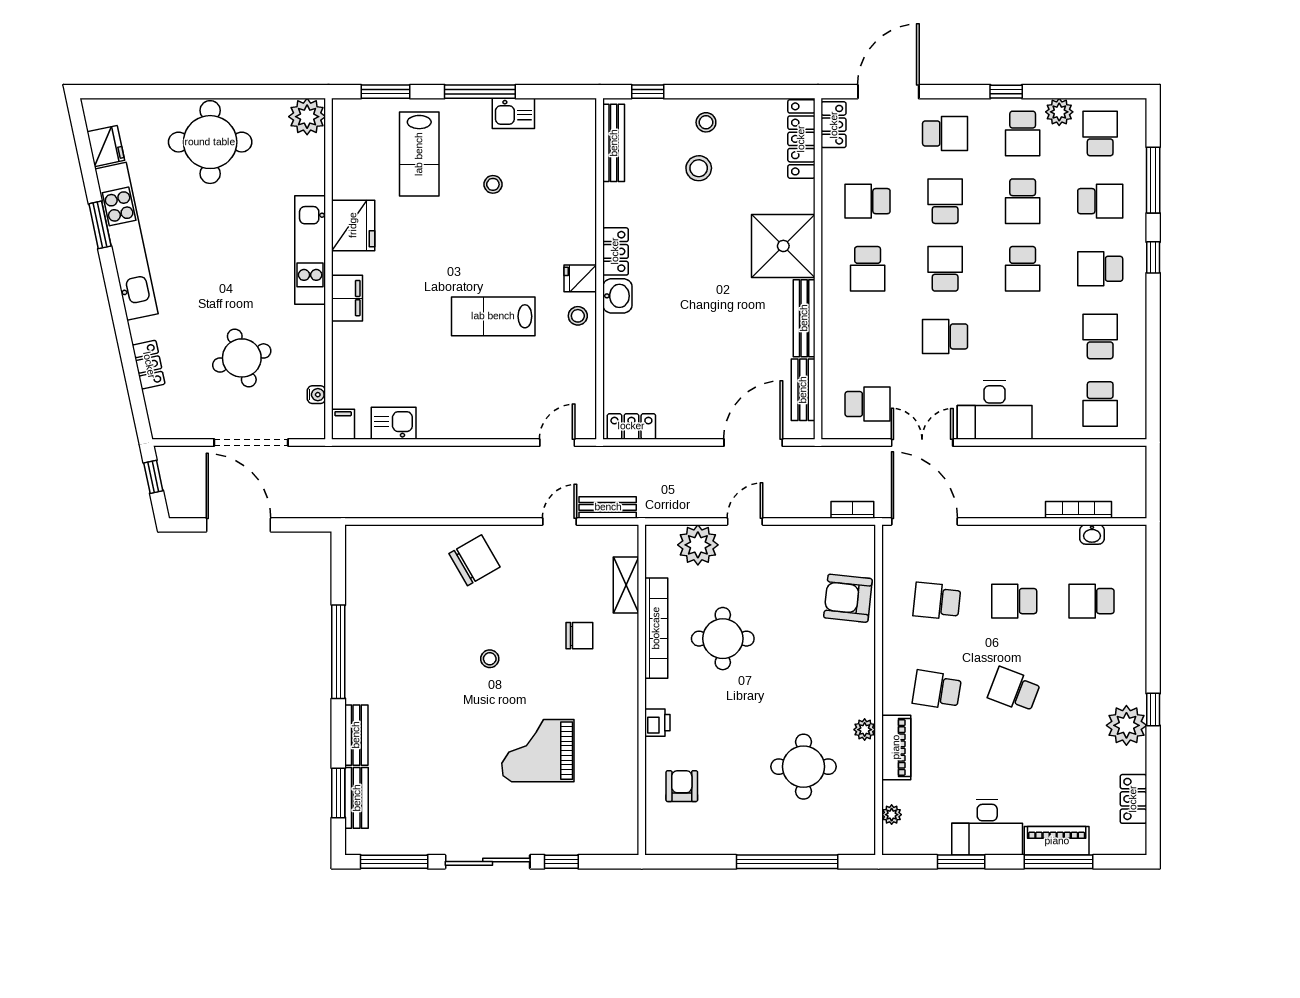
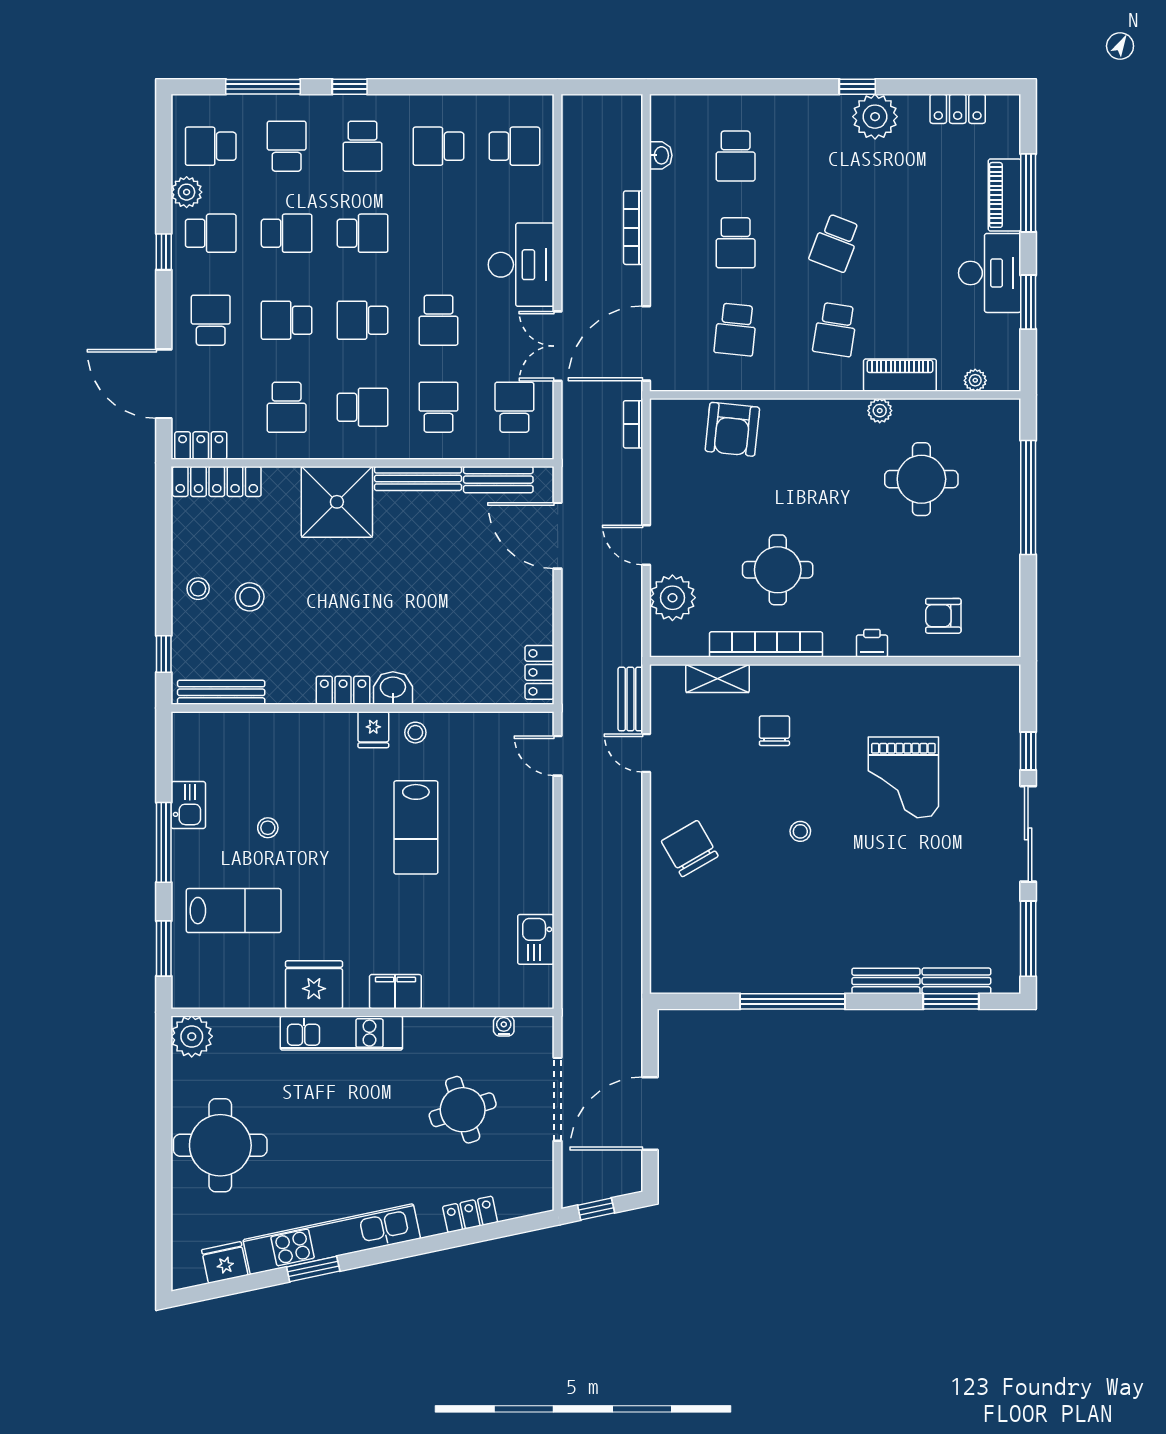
school desk: (868, 336) -> (438, 407), added
filing cabinet: (343, 424) -> (537, 996), removed
bookcase: (1079, 510) -> (633, 228), moved

